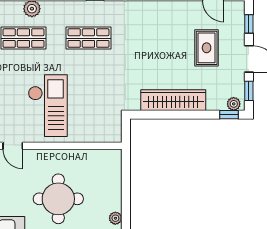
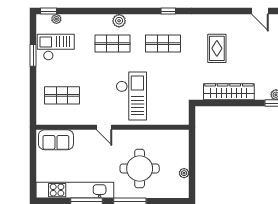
rug: (207, 48) -> (217, 48), moved
plant: (115, 218) -> (184, 173), moved

